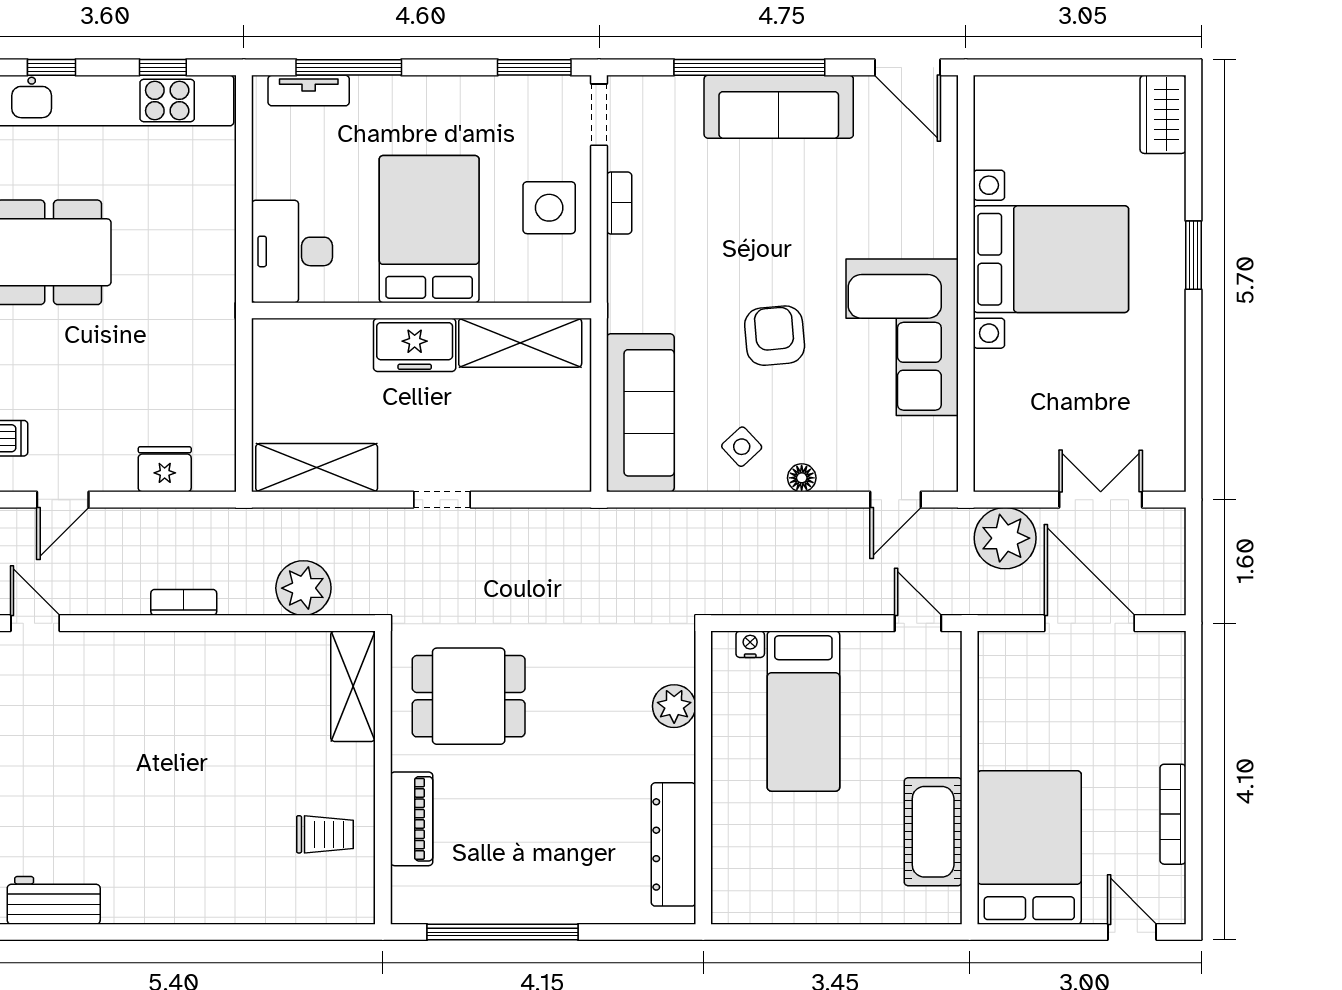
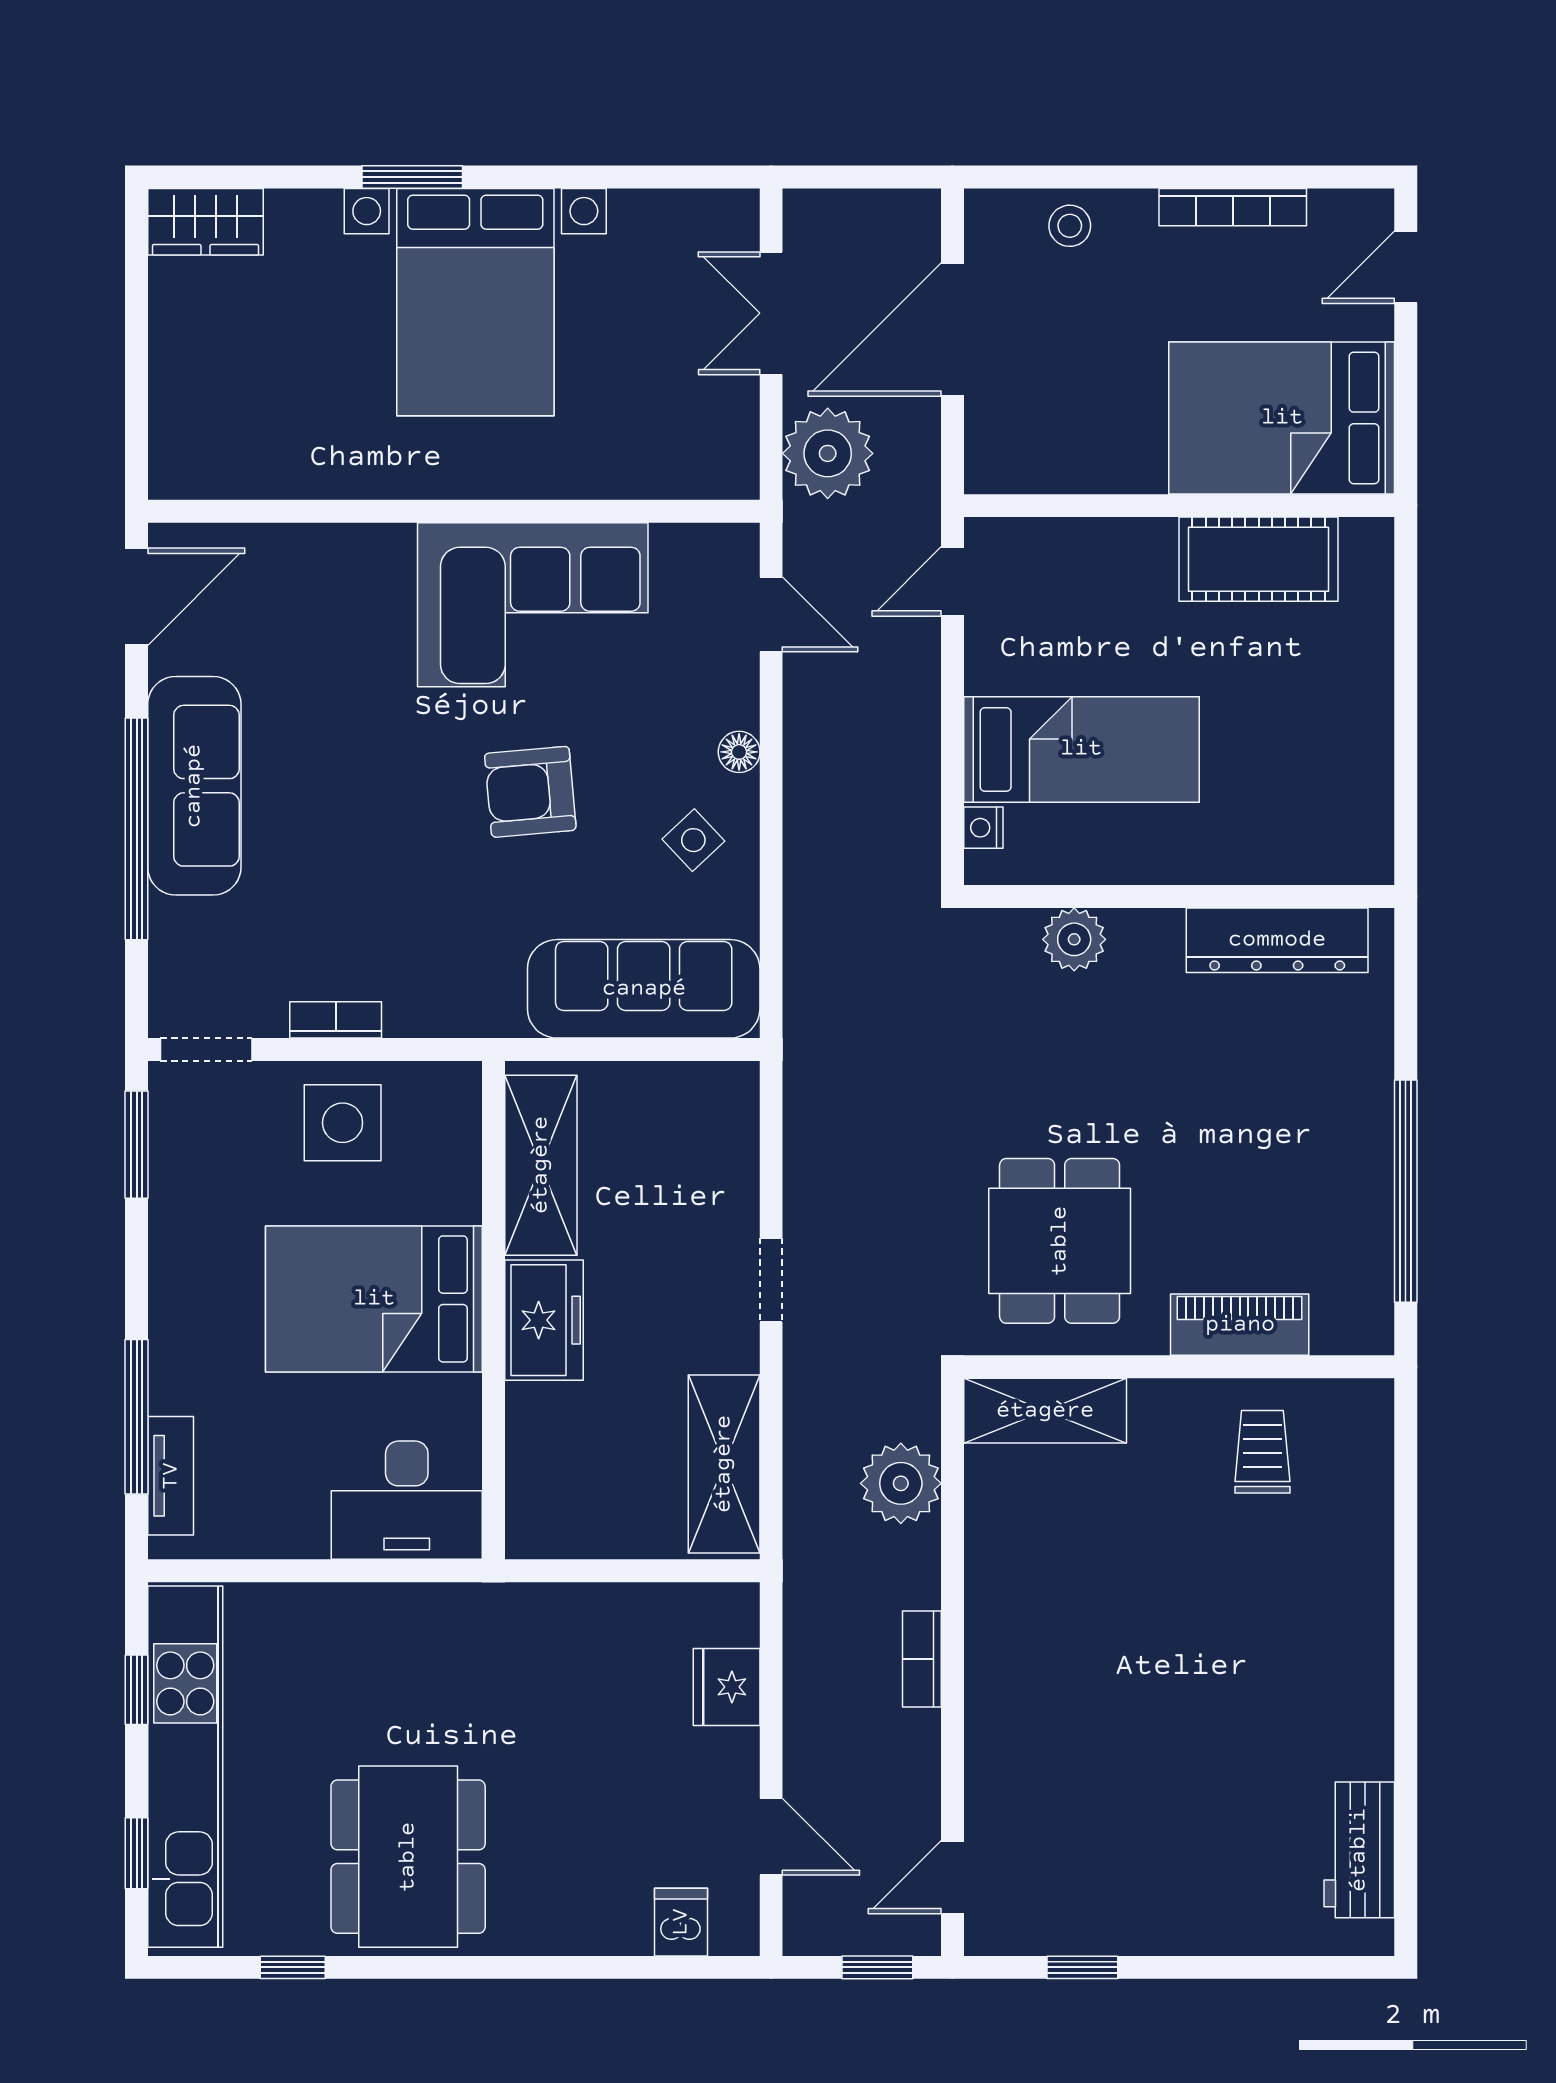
bed with nightstands: (1051, 259) -> (475, 302), moved, turned 180
stool: (1160, 703) -> (1070, 226), added

